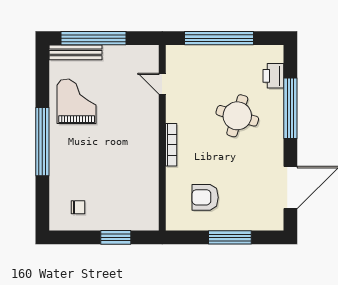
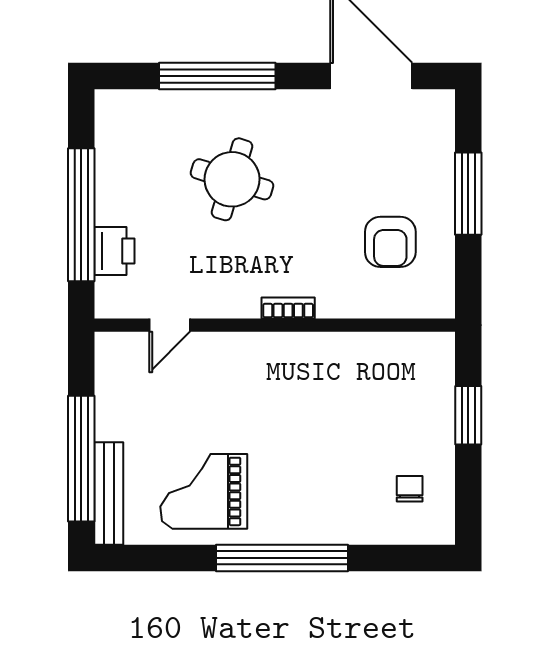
printer: (273, 76) -> (114, 251), moved, turned -90
bookcase: (171, 145) -> (288, 308), width x0.64

